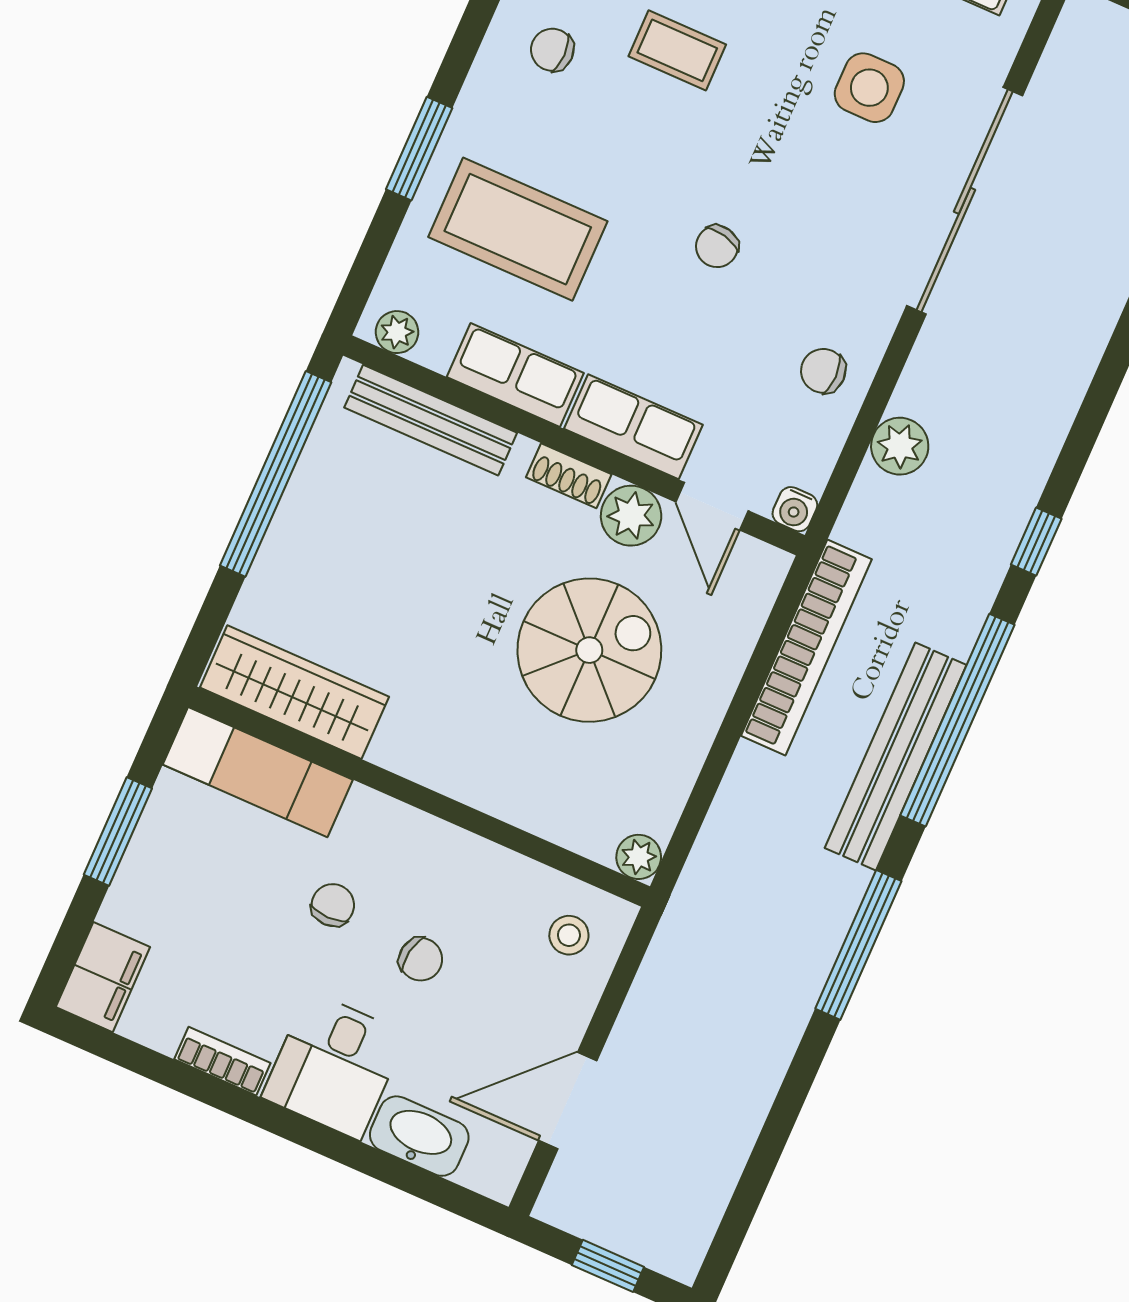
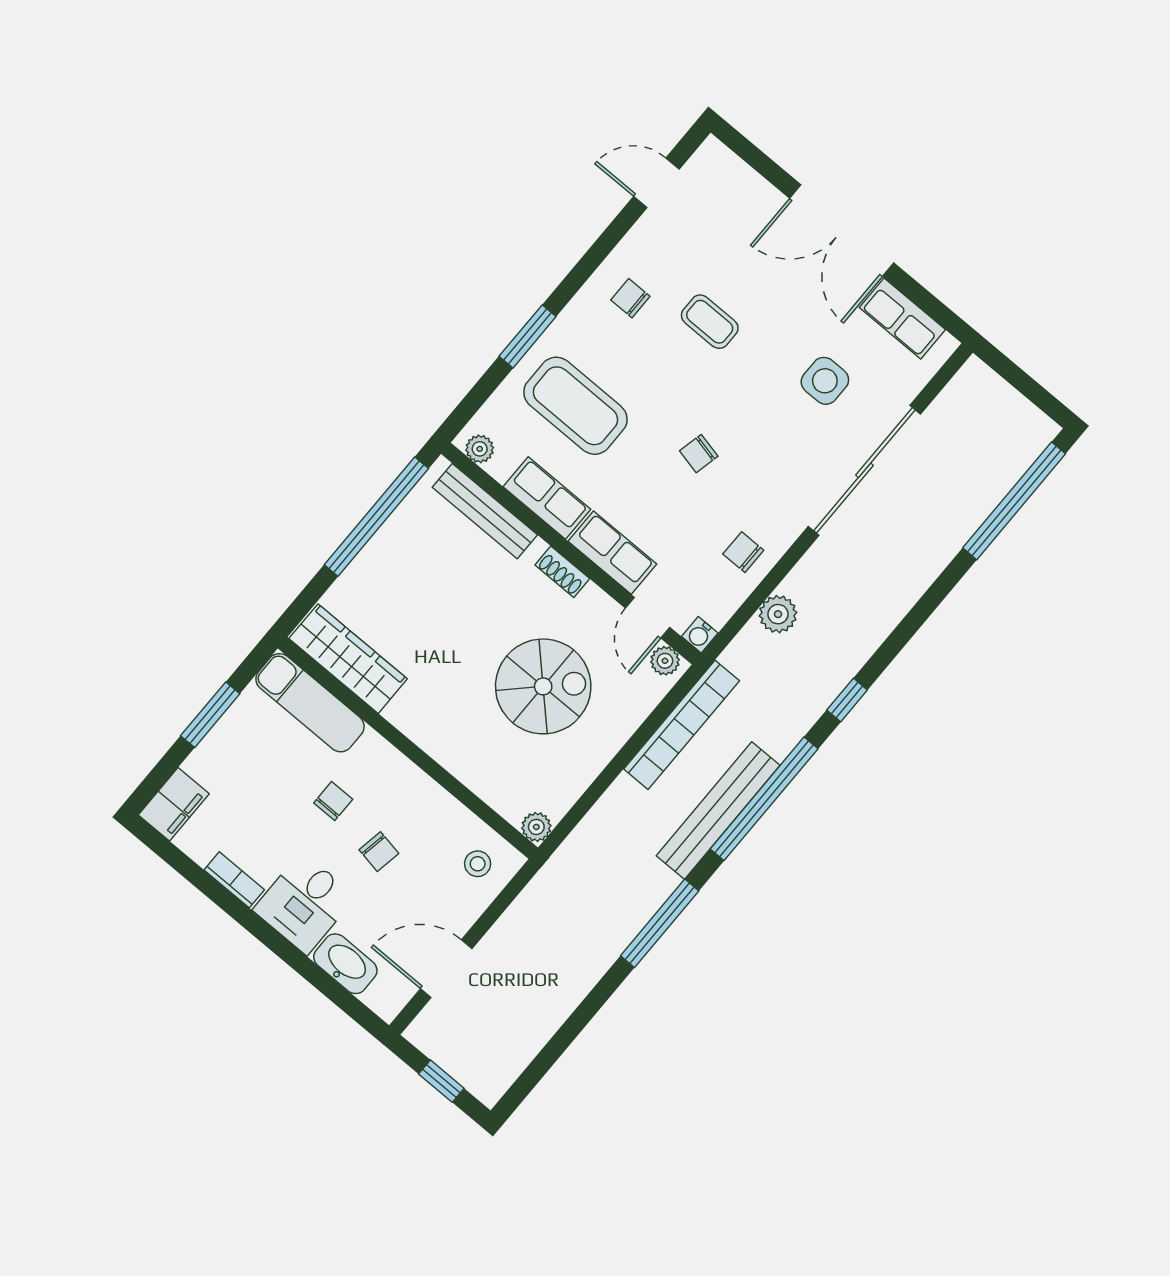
plant: (631, 516) -> (665, 661), moved, width x0.73, depth x0.73

